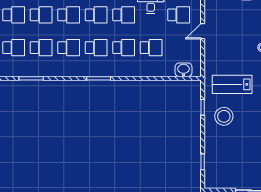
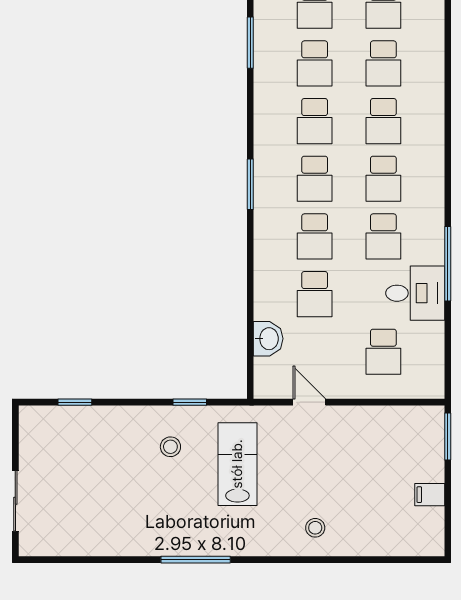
door: (203, 31) -> (309, 402), moved
washbasin: (183, 70) -> (268, 339), moved
stool: (224, 116) -> (170, 447), width x0.53, depth x0.53

